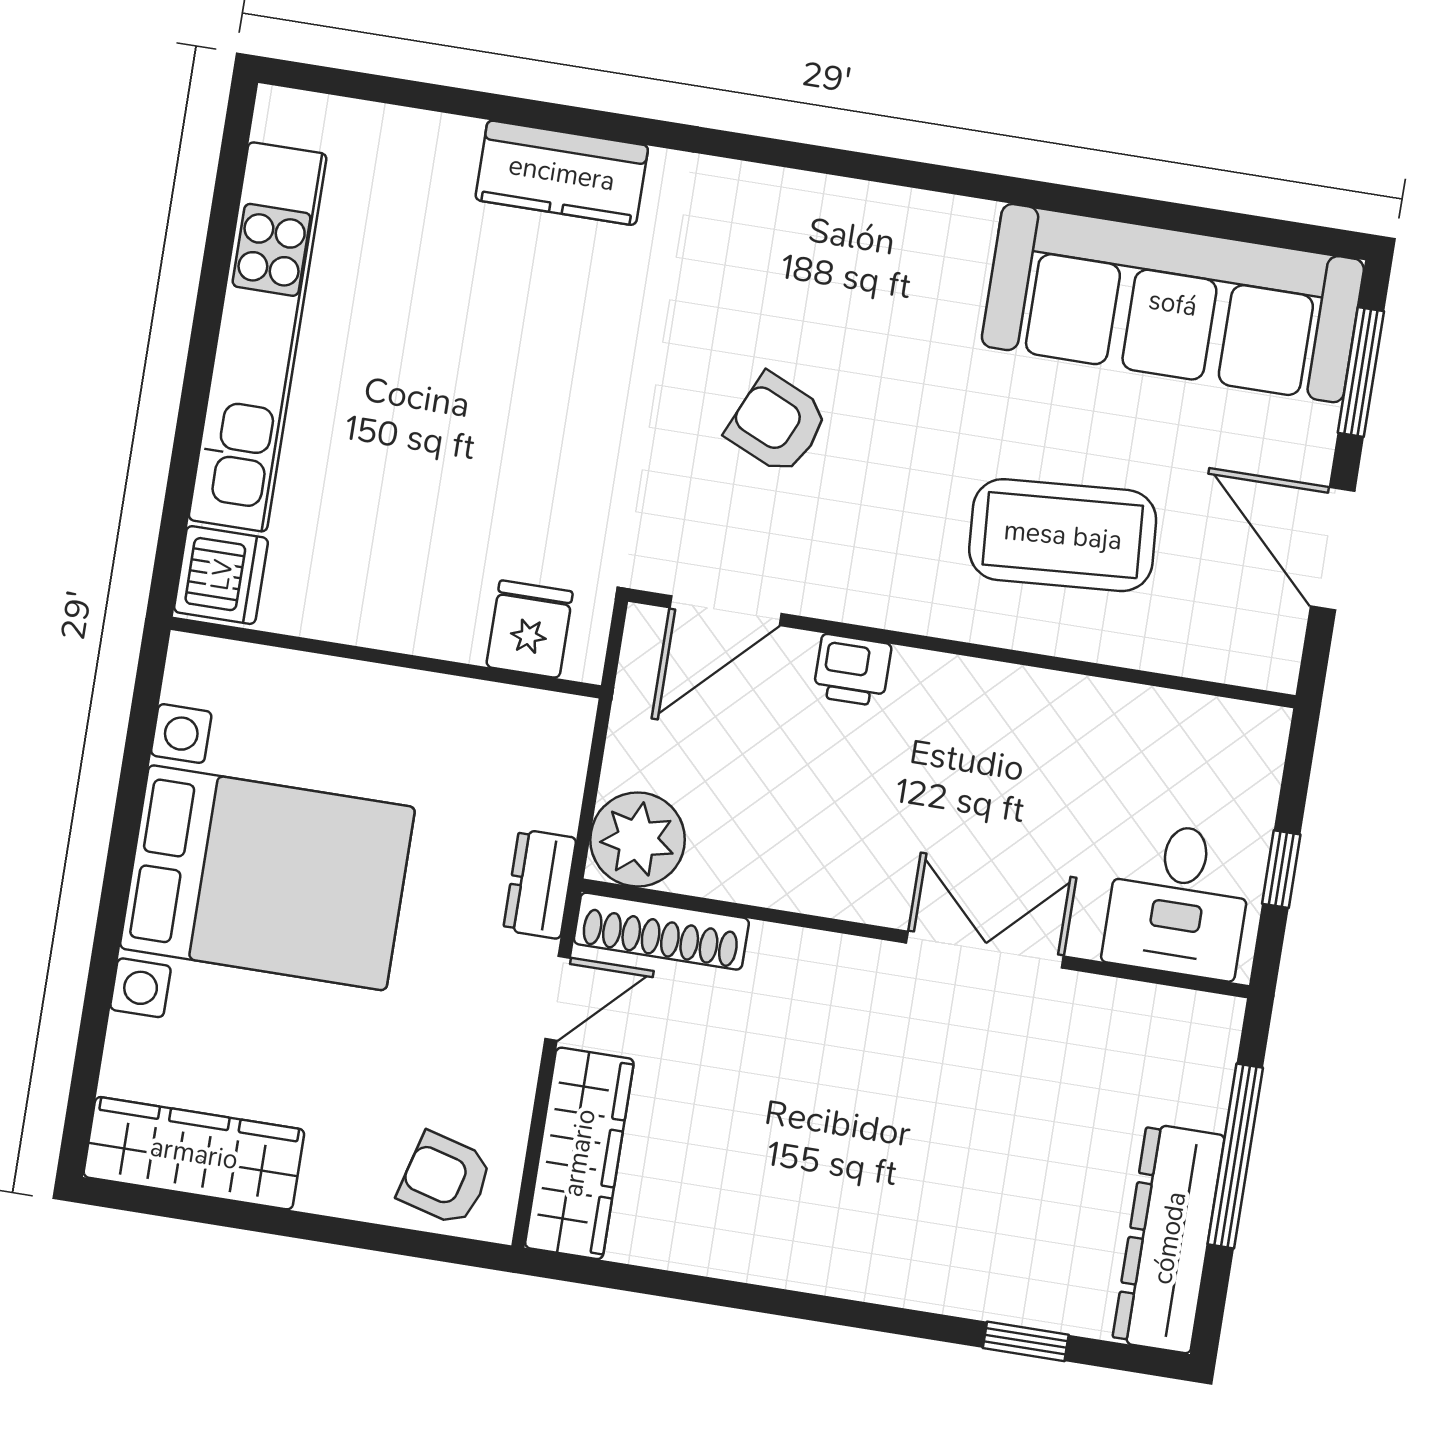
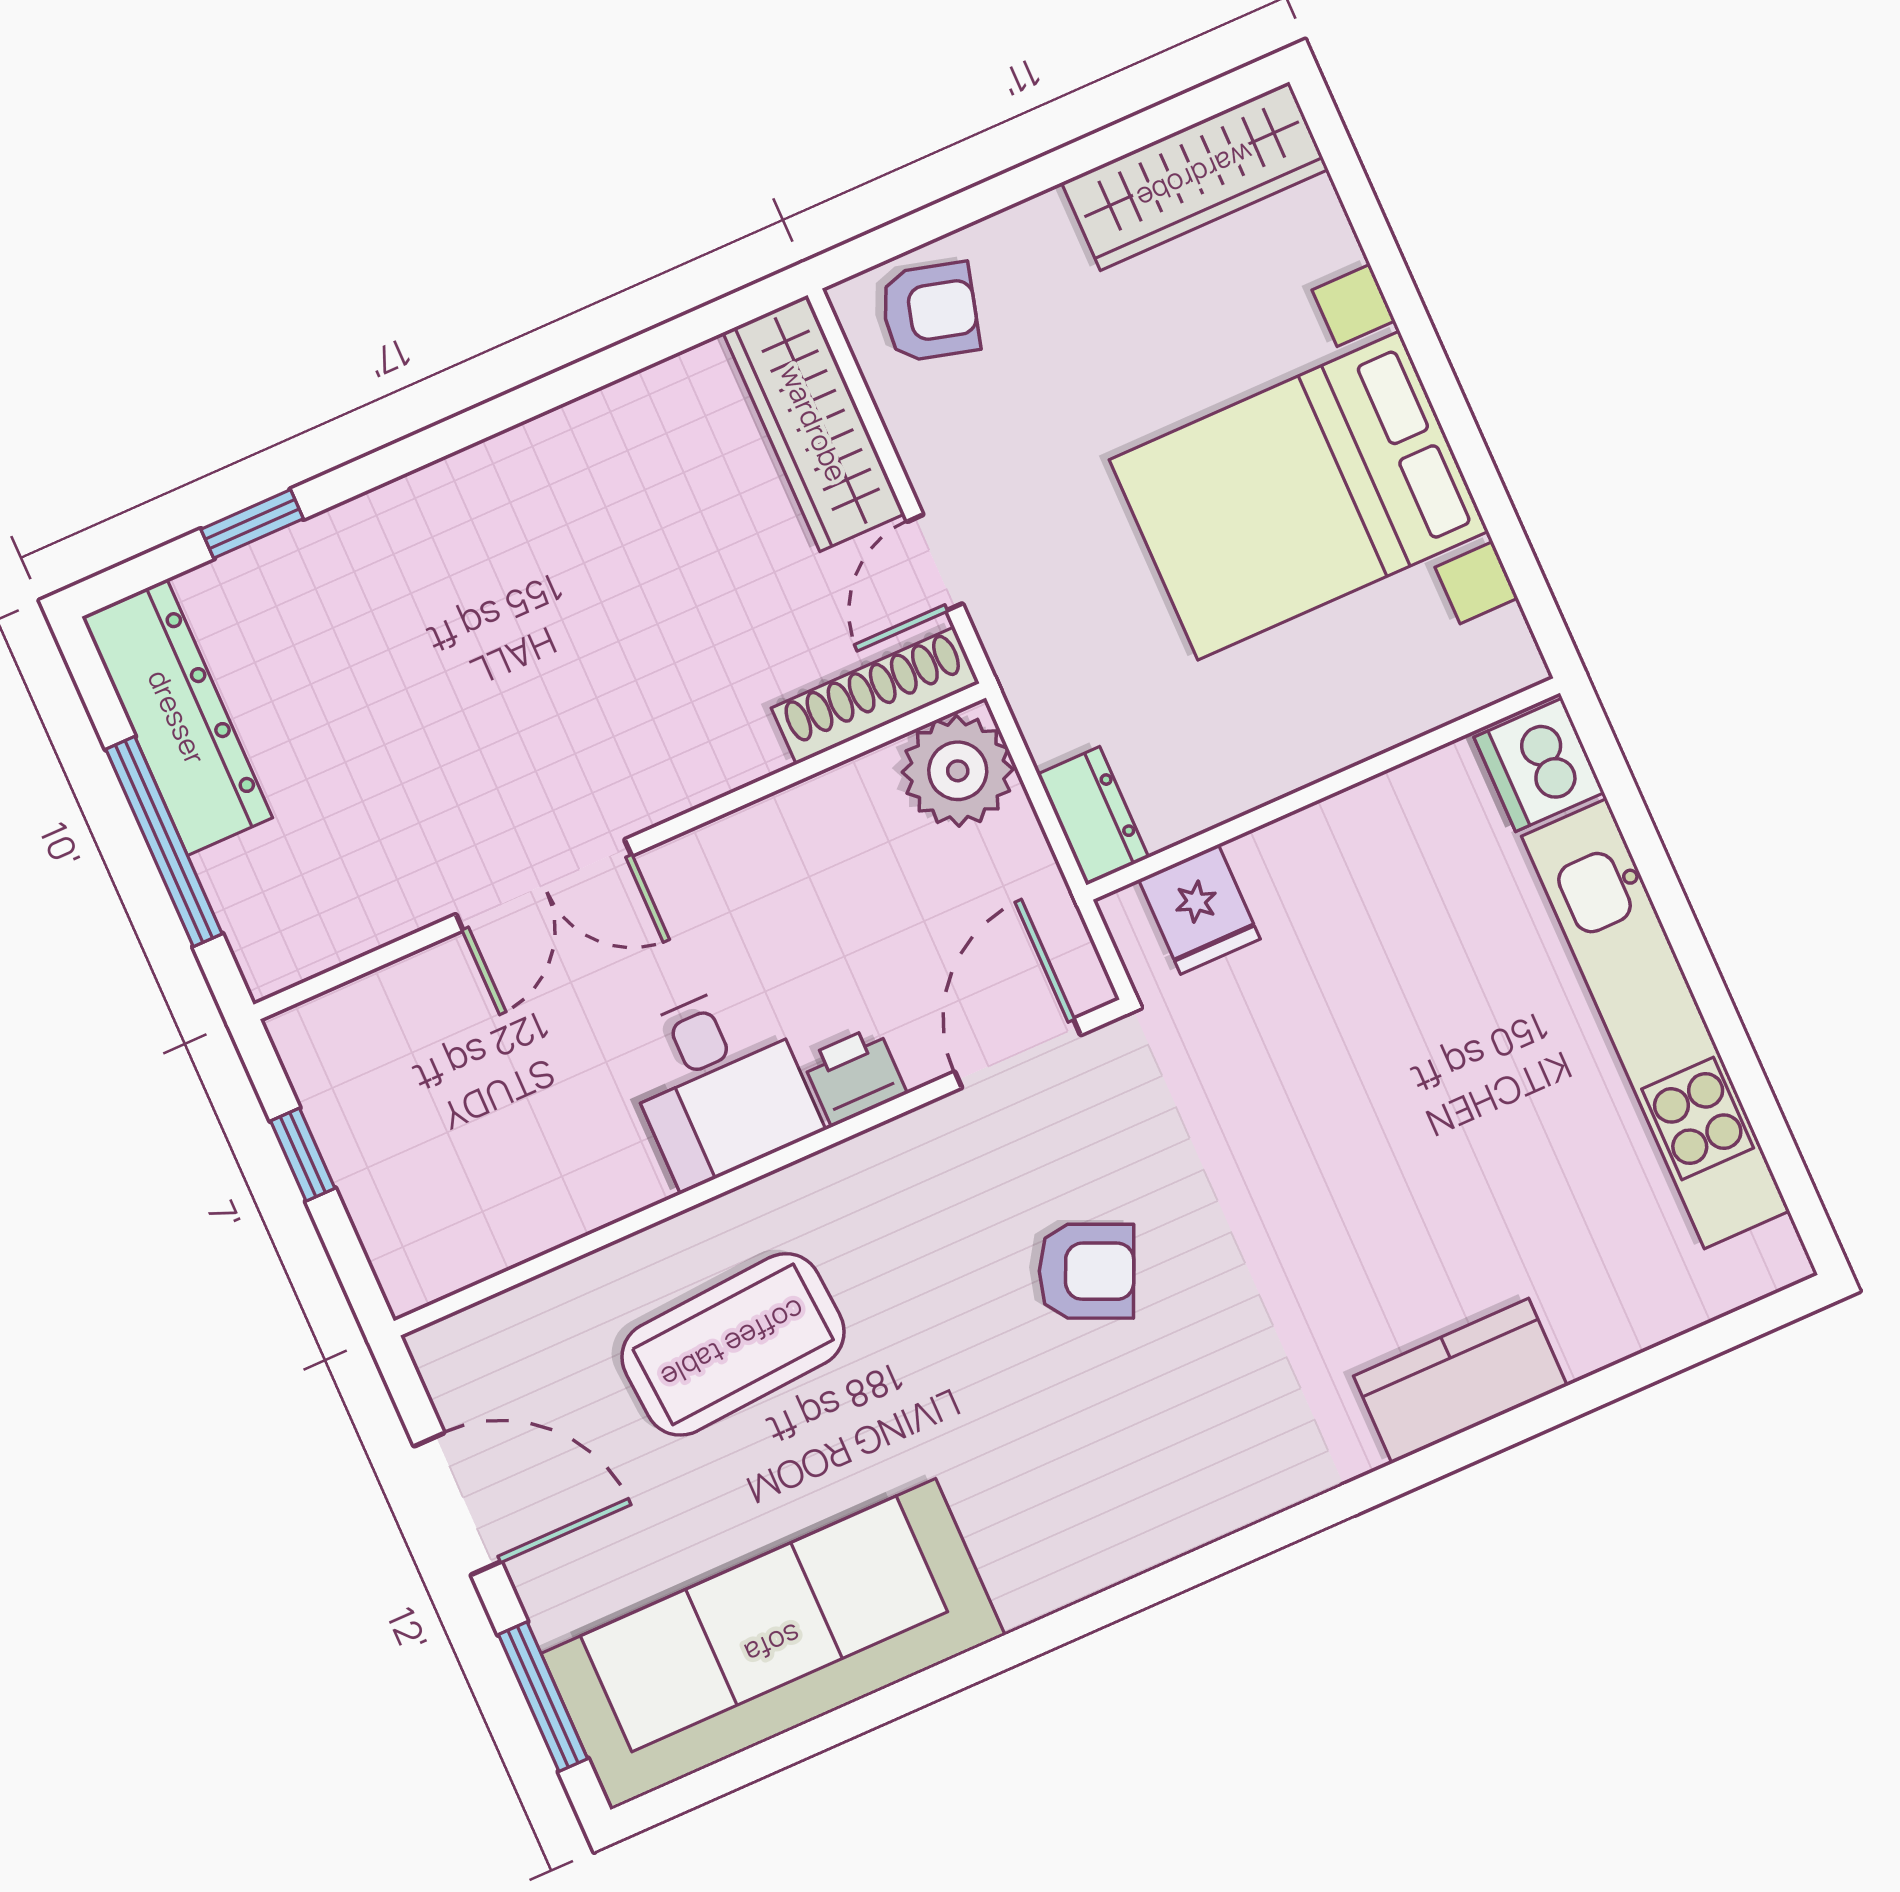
dresser: (540, 884) -> (1093, 816), moved
desk: (1178, 900) -> (719, 1084), moved, turned 180

